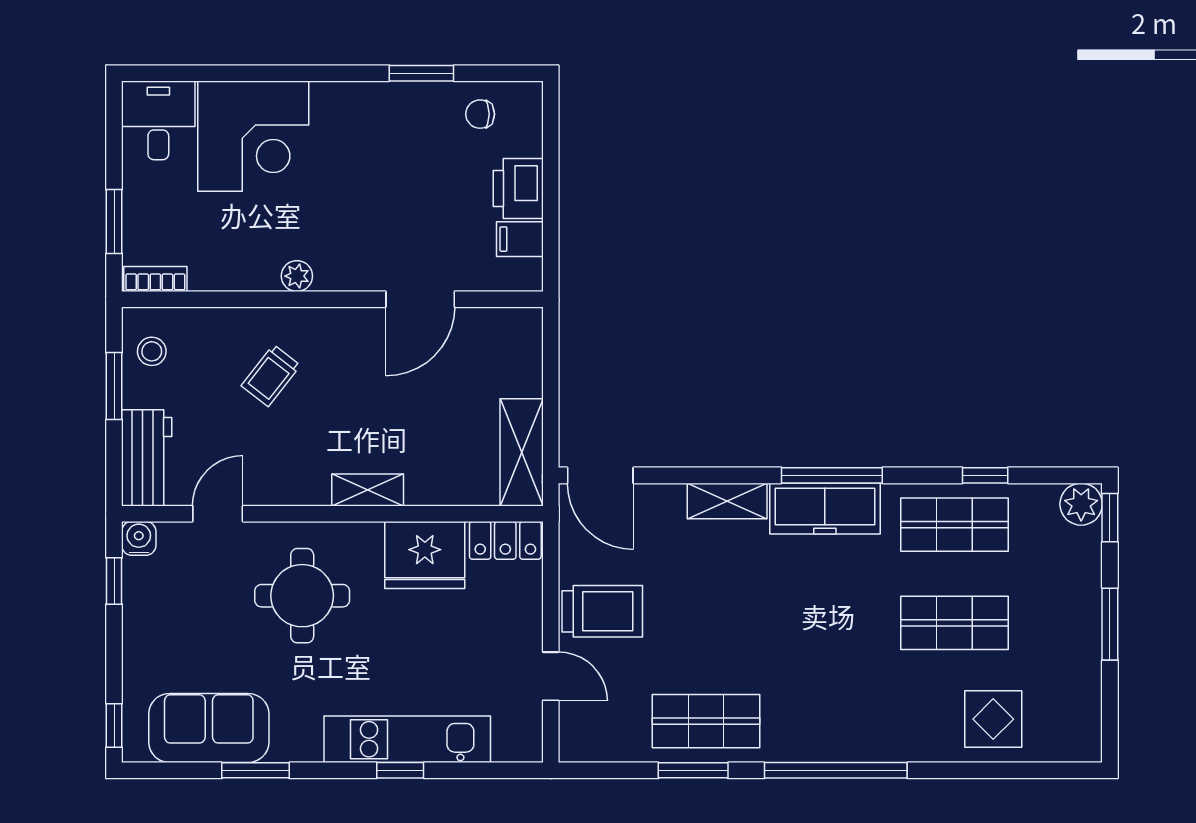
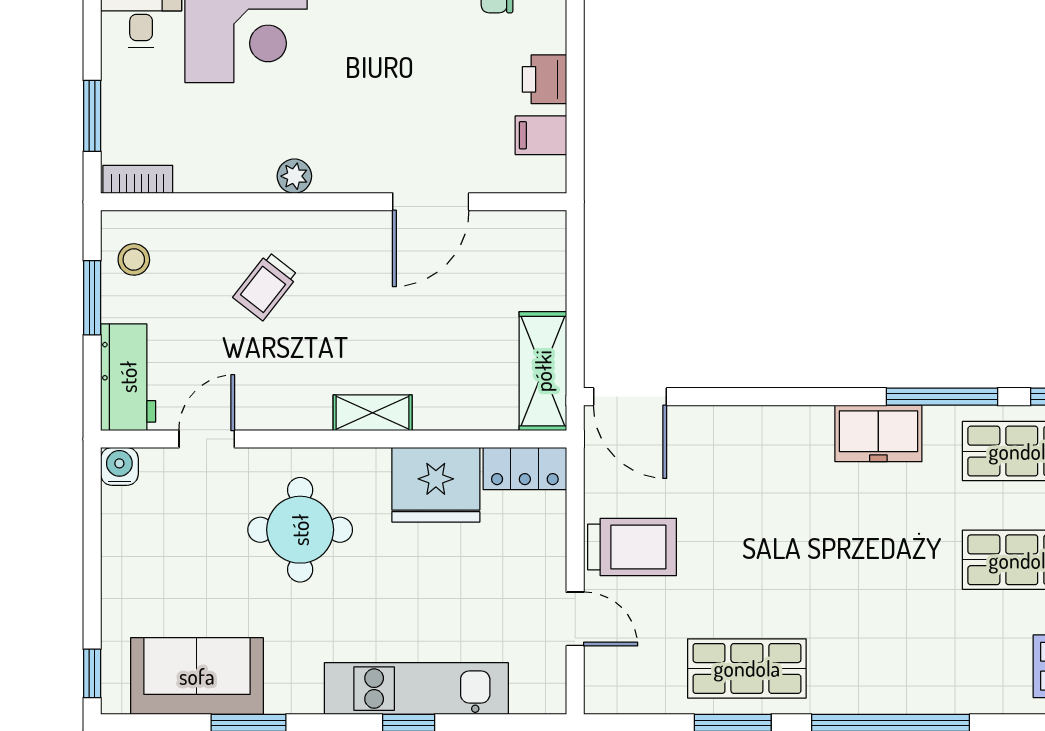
printer: (518, 189) -> (544, 79), width x0.73, depth x0.81
window: (832, 475) -> (942, 397), moved
shelving: (727, 501) -> (770, 425), removed
freezer: (825, 509) -> (878, 433), width x0.71
window: (114, 581) -> (92, 513), removed

